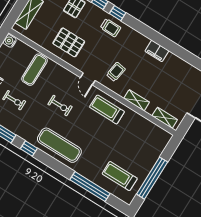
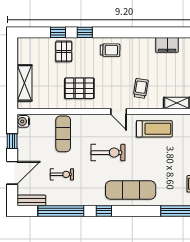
window: (118, 13) -> (108, 32), removed
exercise bike: (60, 106) -> (108, 153), width x1.38, depth x1.39
treadmill: (107, 109) -> (154, 129), turned 180

